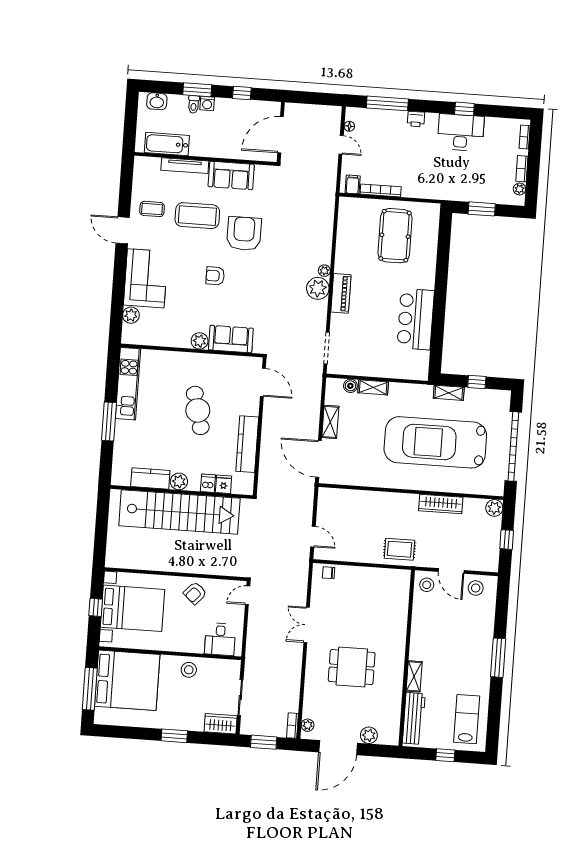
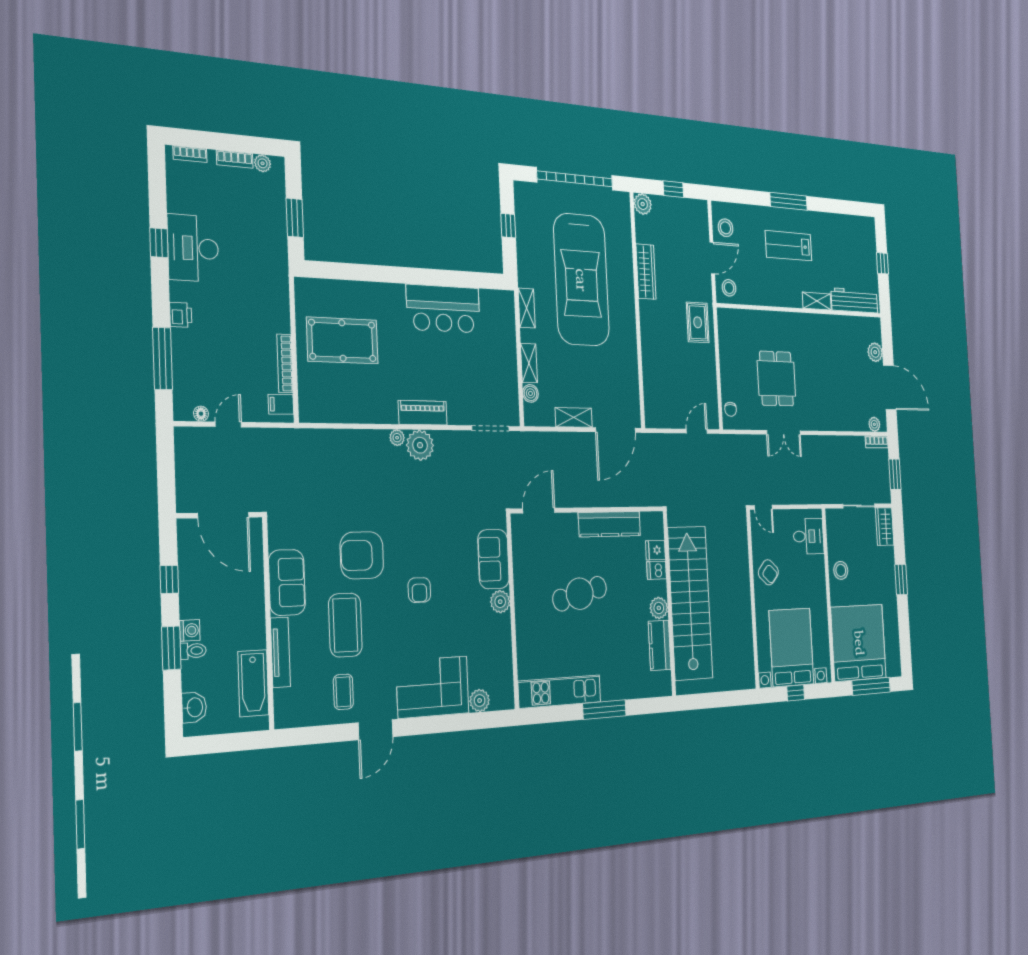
shelving: (449, 393) -> (527, 308), moved
dining table: (352, 667) -> (776, 379), moved
lab bench: (467, 719) -> (789, 246), moved

